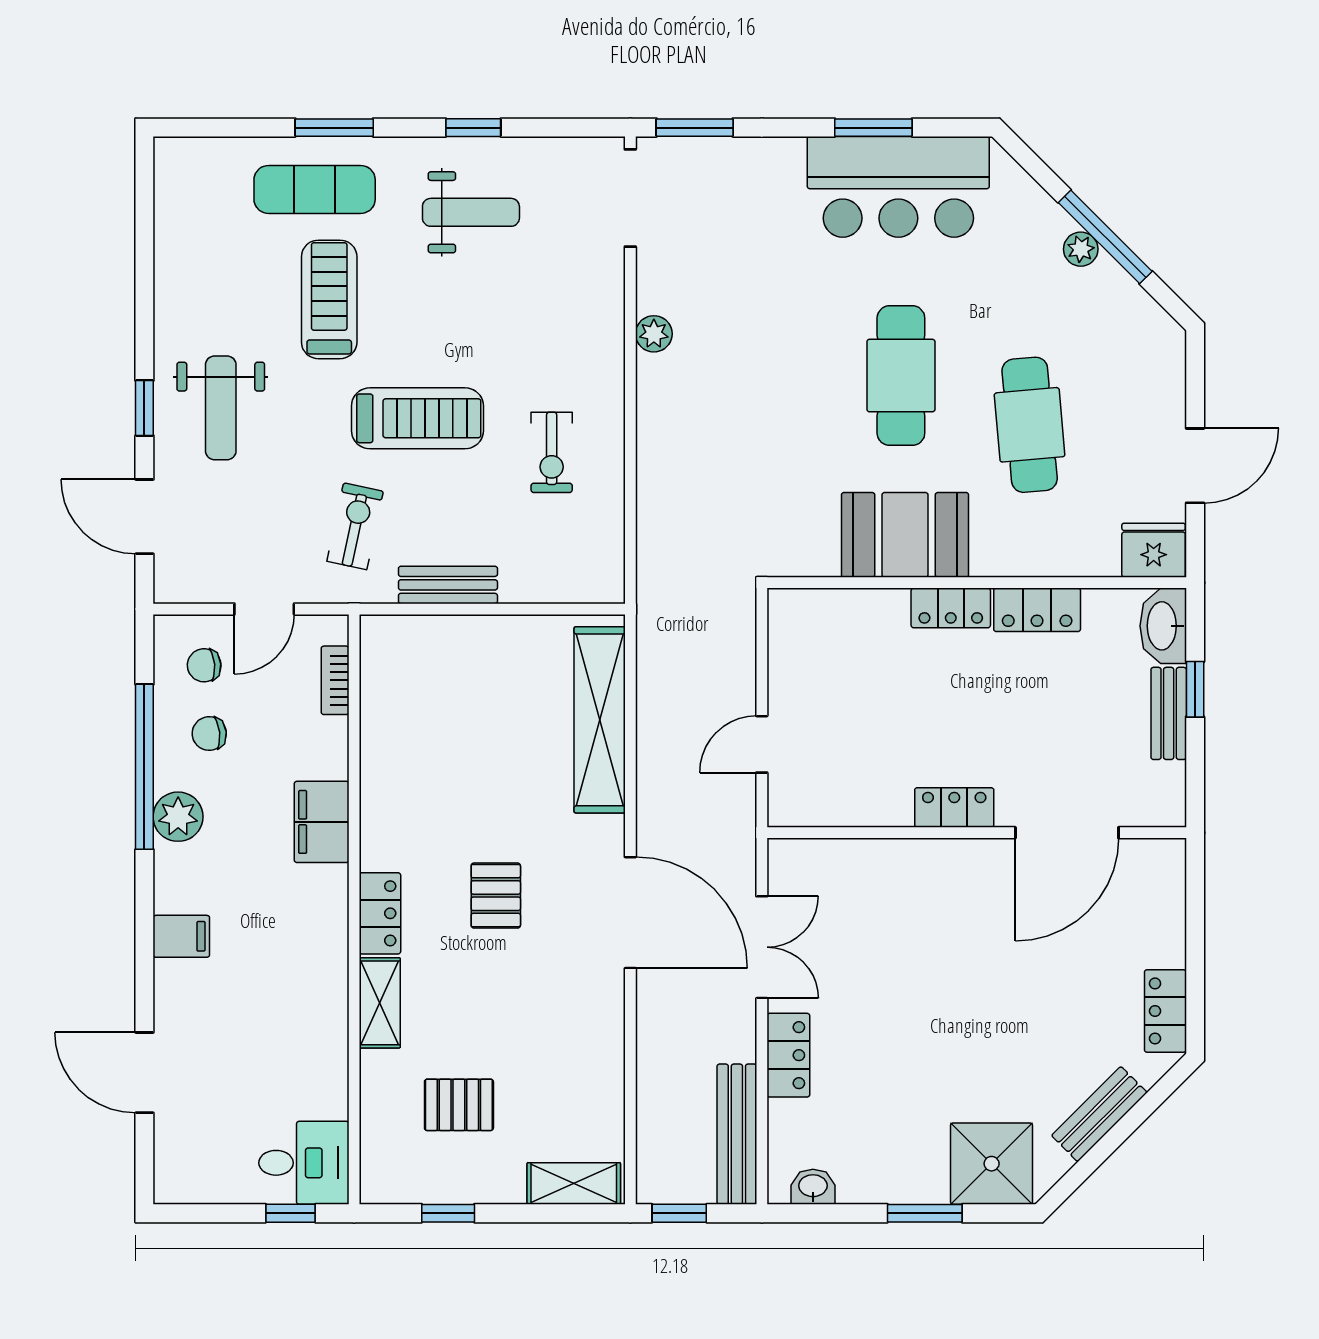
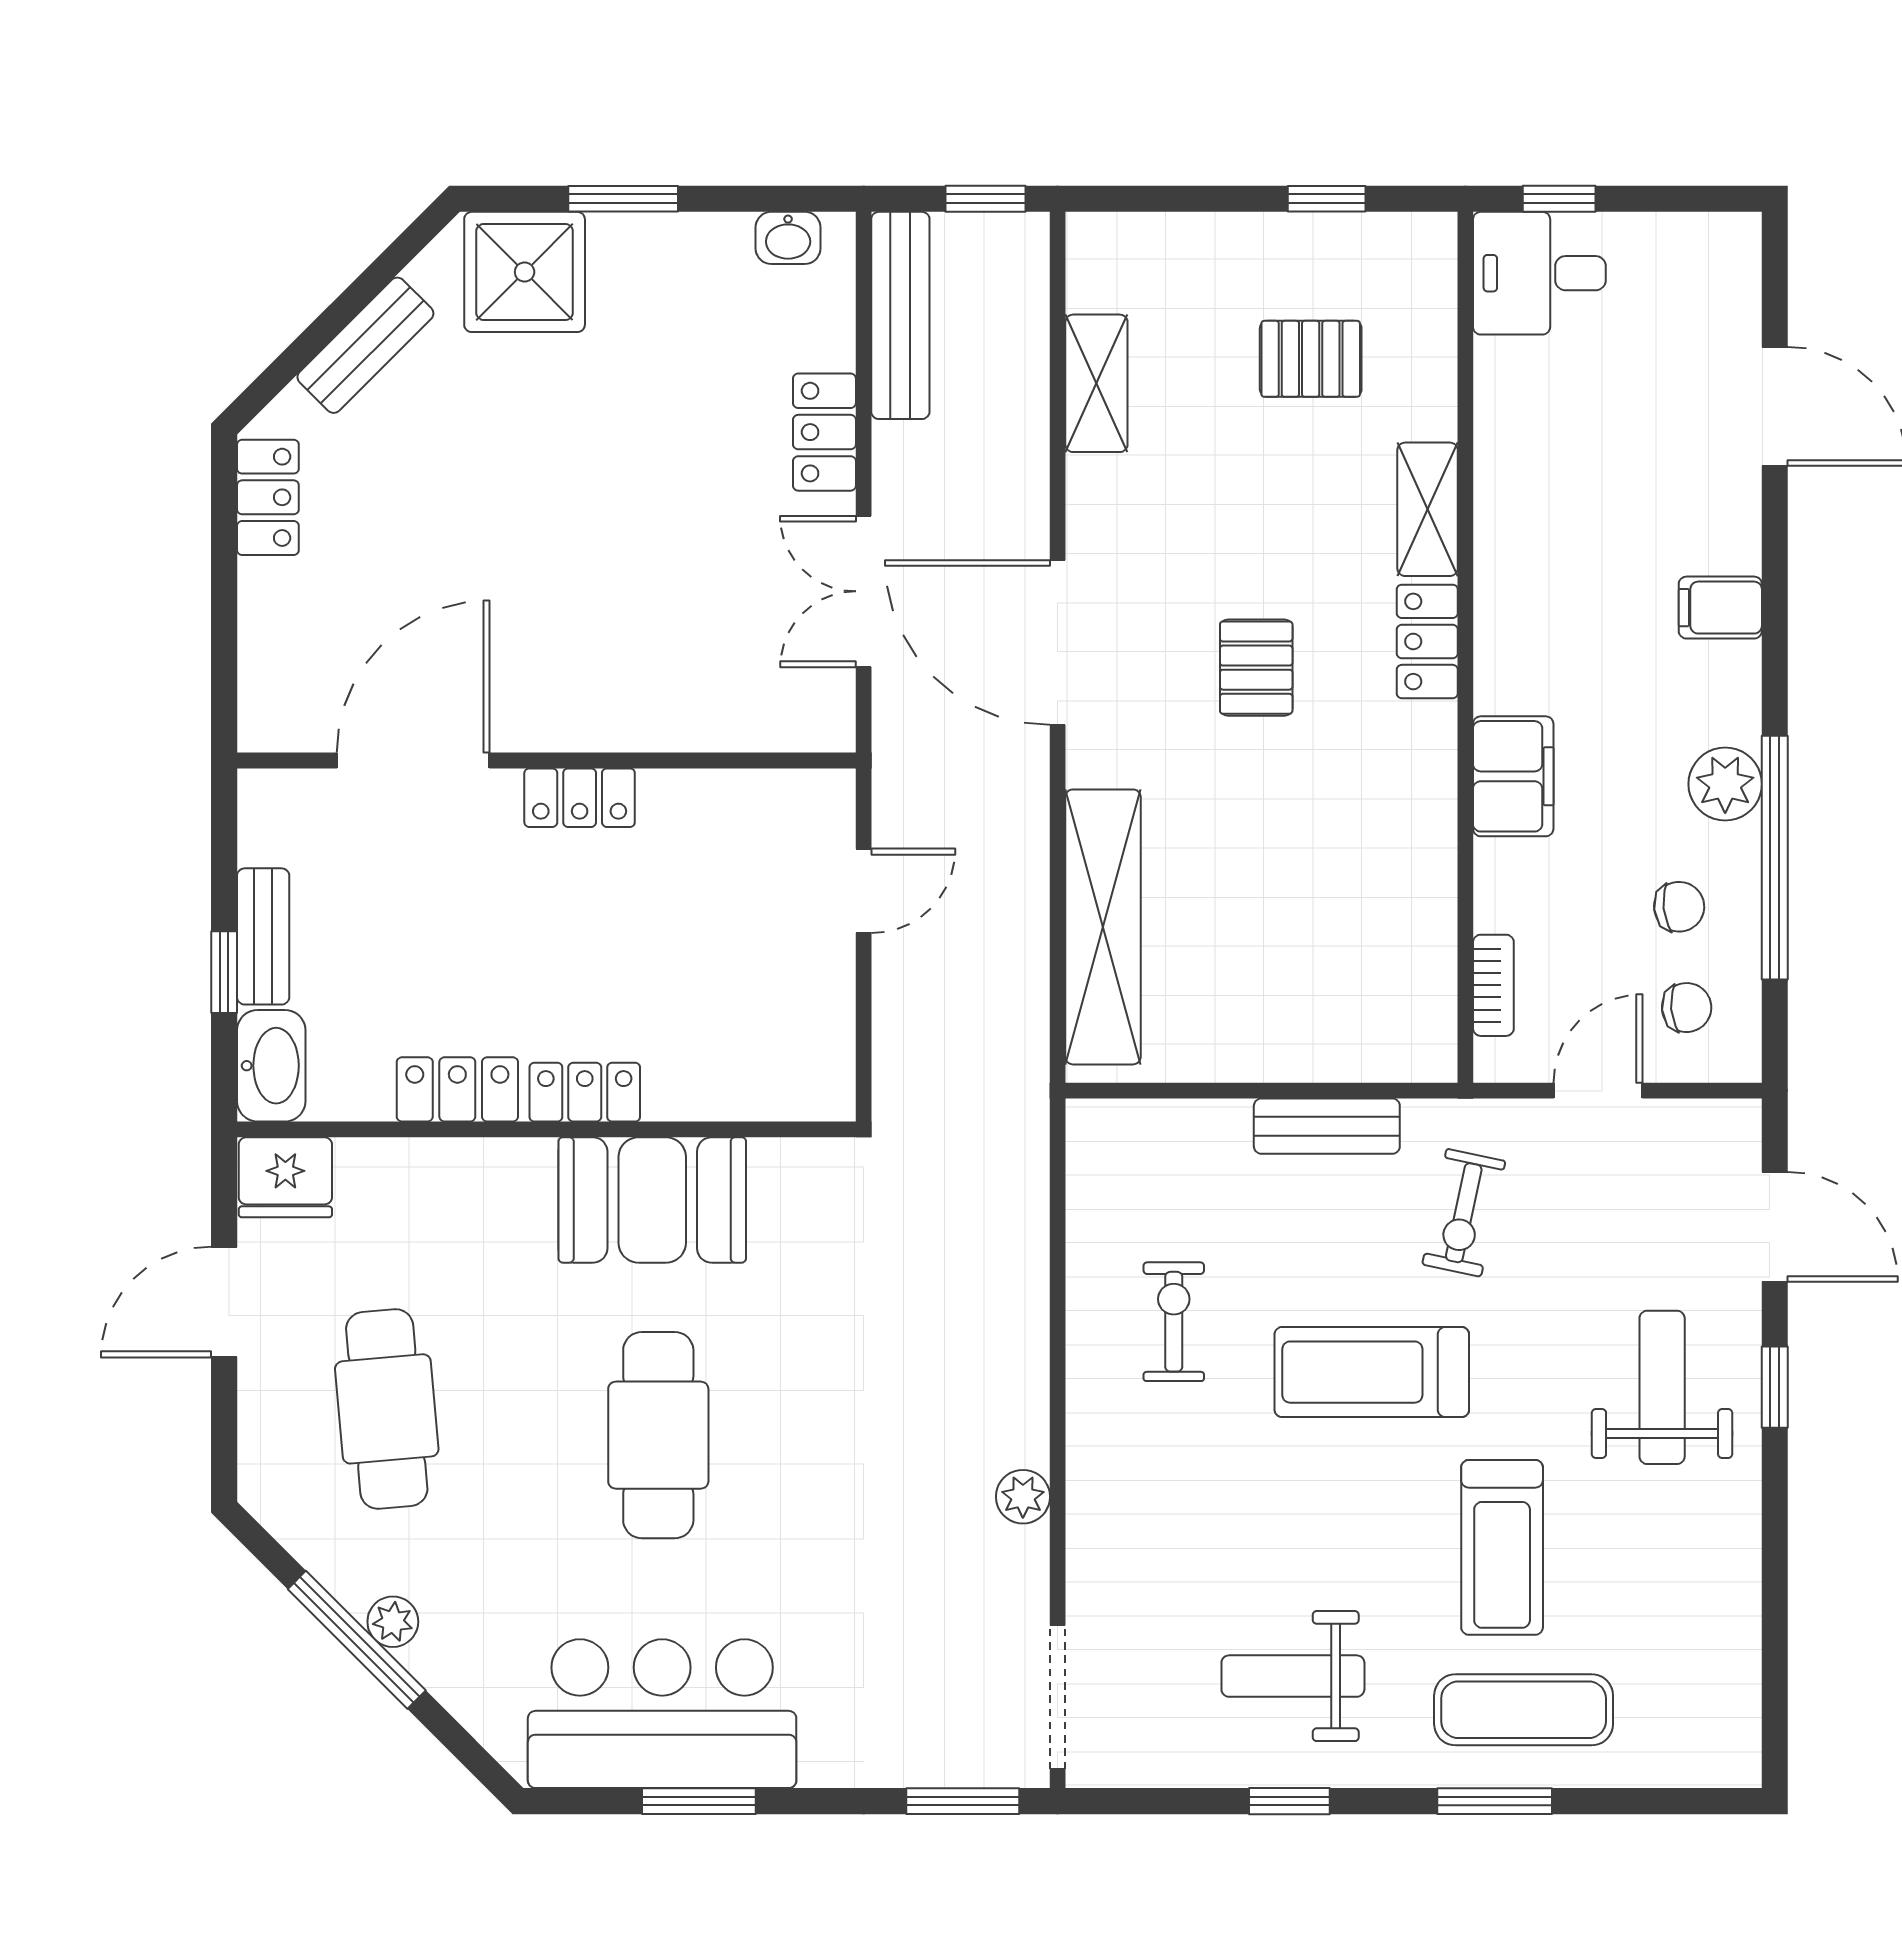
cafe table: (1030, 425) -> (387, 1409), moved
shelving: (574, 1183) -> (1096, 383), moved, turned 90

